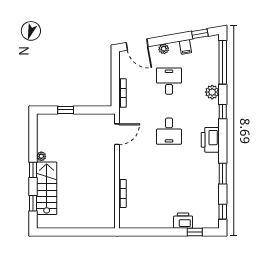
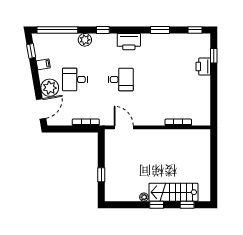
plant: (164, 49) -> (50, 88), width x1.88, depth x1.88

